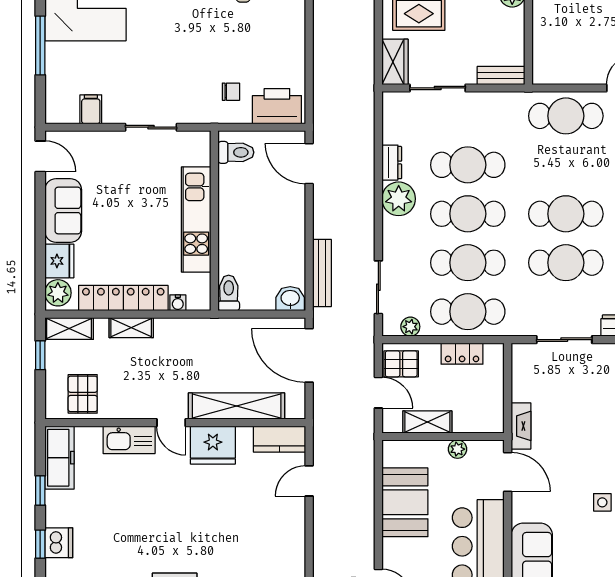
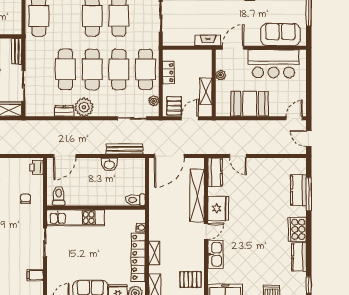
printer: (277, 106) -> (37, 167), width x0.53, depth x0.68
kitchen unit: (196, 219) -> (75, 218), moved
washbasin: (290, 299) -> (109, 164), moved, turned -90

